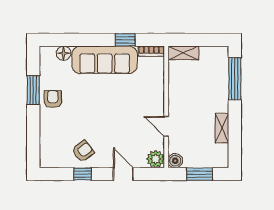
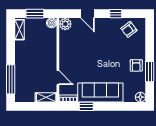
floor lamp: (64, 53) -> (140, 97), moved
door: (166, 126) -> (58, 78), moved
shelving: (222, 128) -> (19, 30), moved
armchair: (83, 151) -> (129, 29), moved

